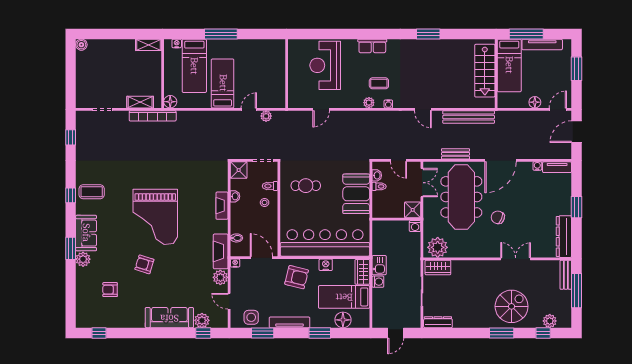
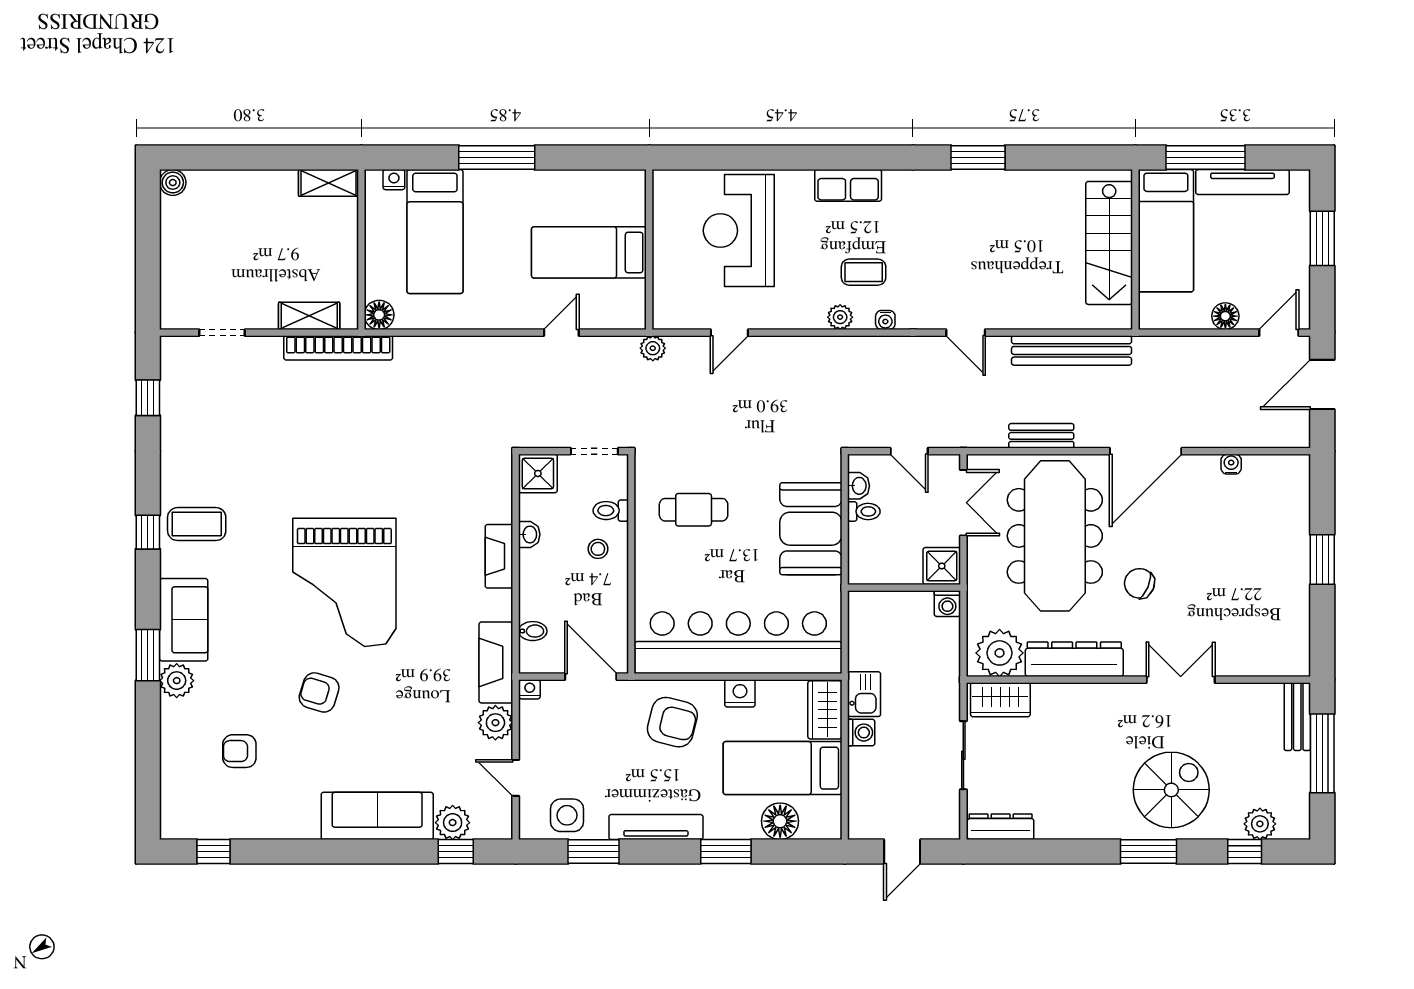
bed: (223, 83) -> (589, 252), moved, turned -90
plant: (266, 116) -> (653, 348), moved
tv unit: (557, 167) -> (1277, 467), removed
dresser: (564, 237) -> (1074, 659), moved, turned 90

